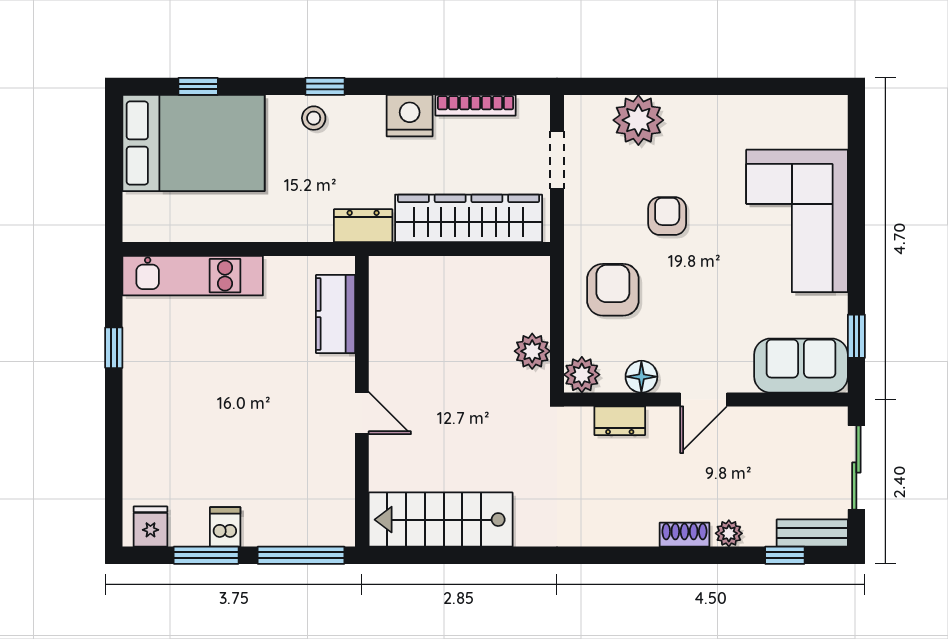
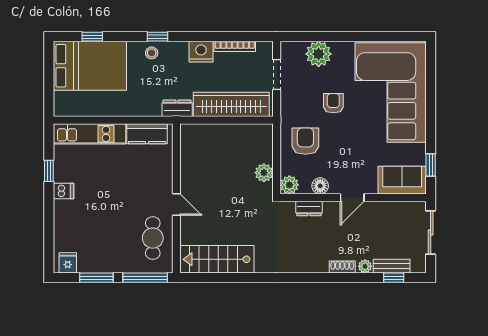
corner sofa: (797, 221) -> (391, 93), width x1.36, depth x1.36
kitchen counter: (335, 314) -> (147, 134), moved, turned -90
cafe table: (316, 478) -> (153, 238), added
dishwasher: (225, 527) -> (63, 191), moved, turned 90
bench: (812, 533) -> (392, 266), moved

